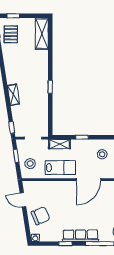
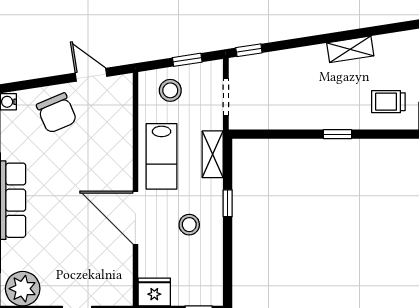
trolley: (35, 63) -> (388, 102), added
shelving: (13, 95) -> (350, 49), moved
stool: (102, 154) -> (189, 225), moved
door: (23, 200) -> (91, 75), hinge flipped

